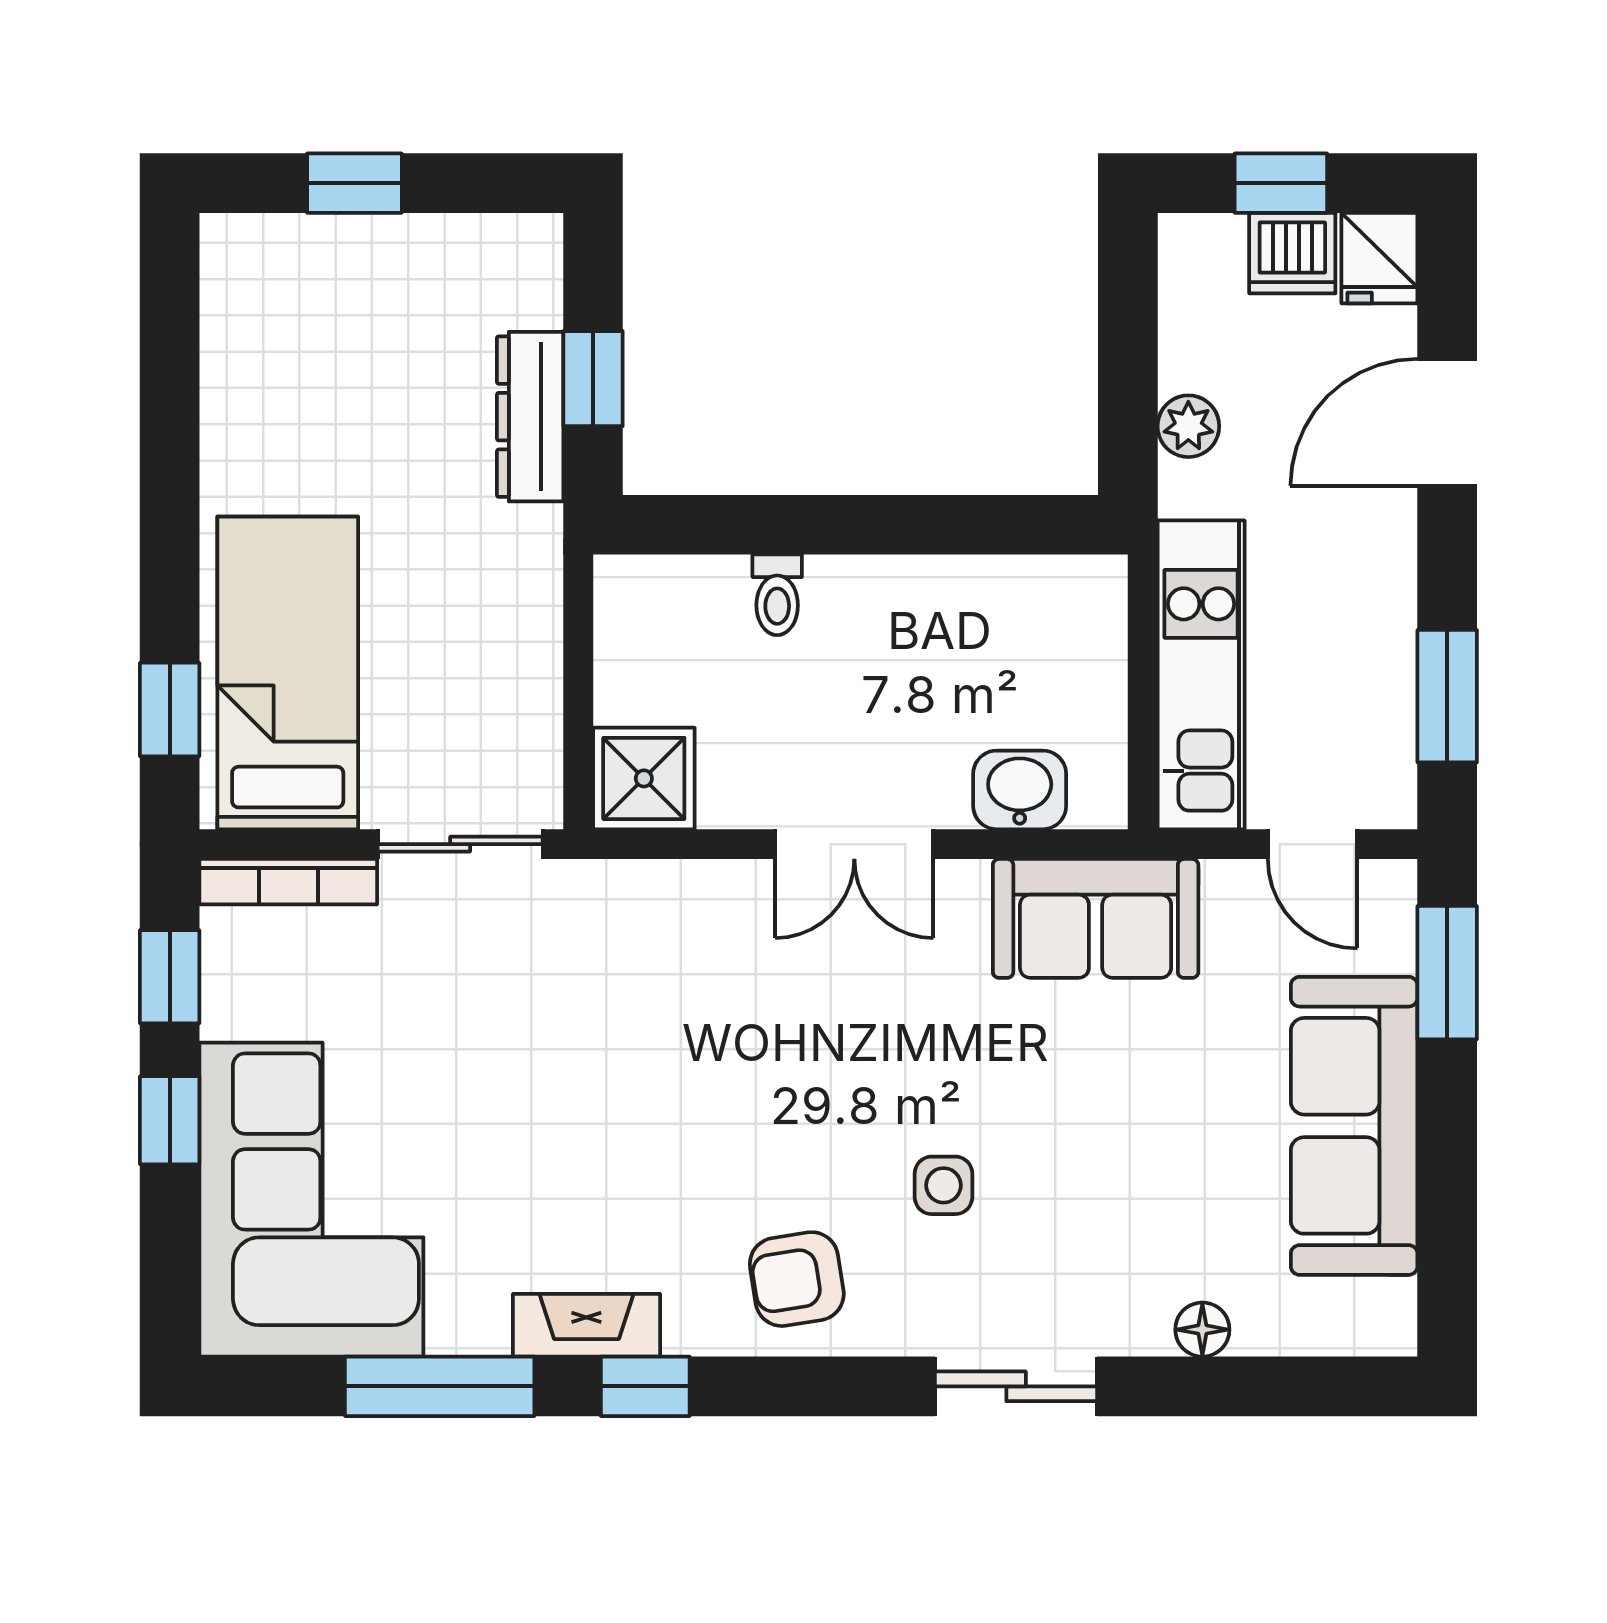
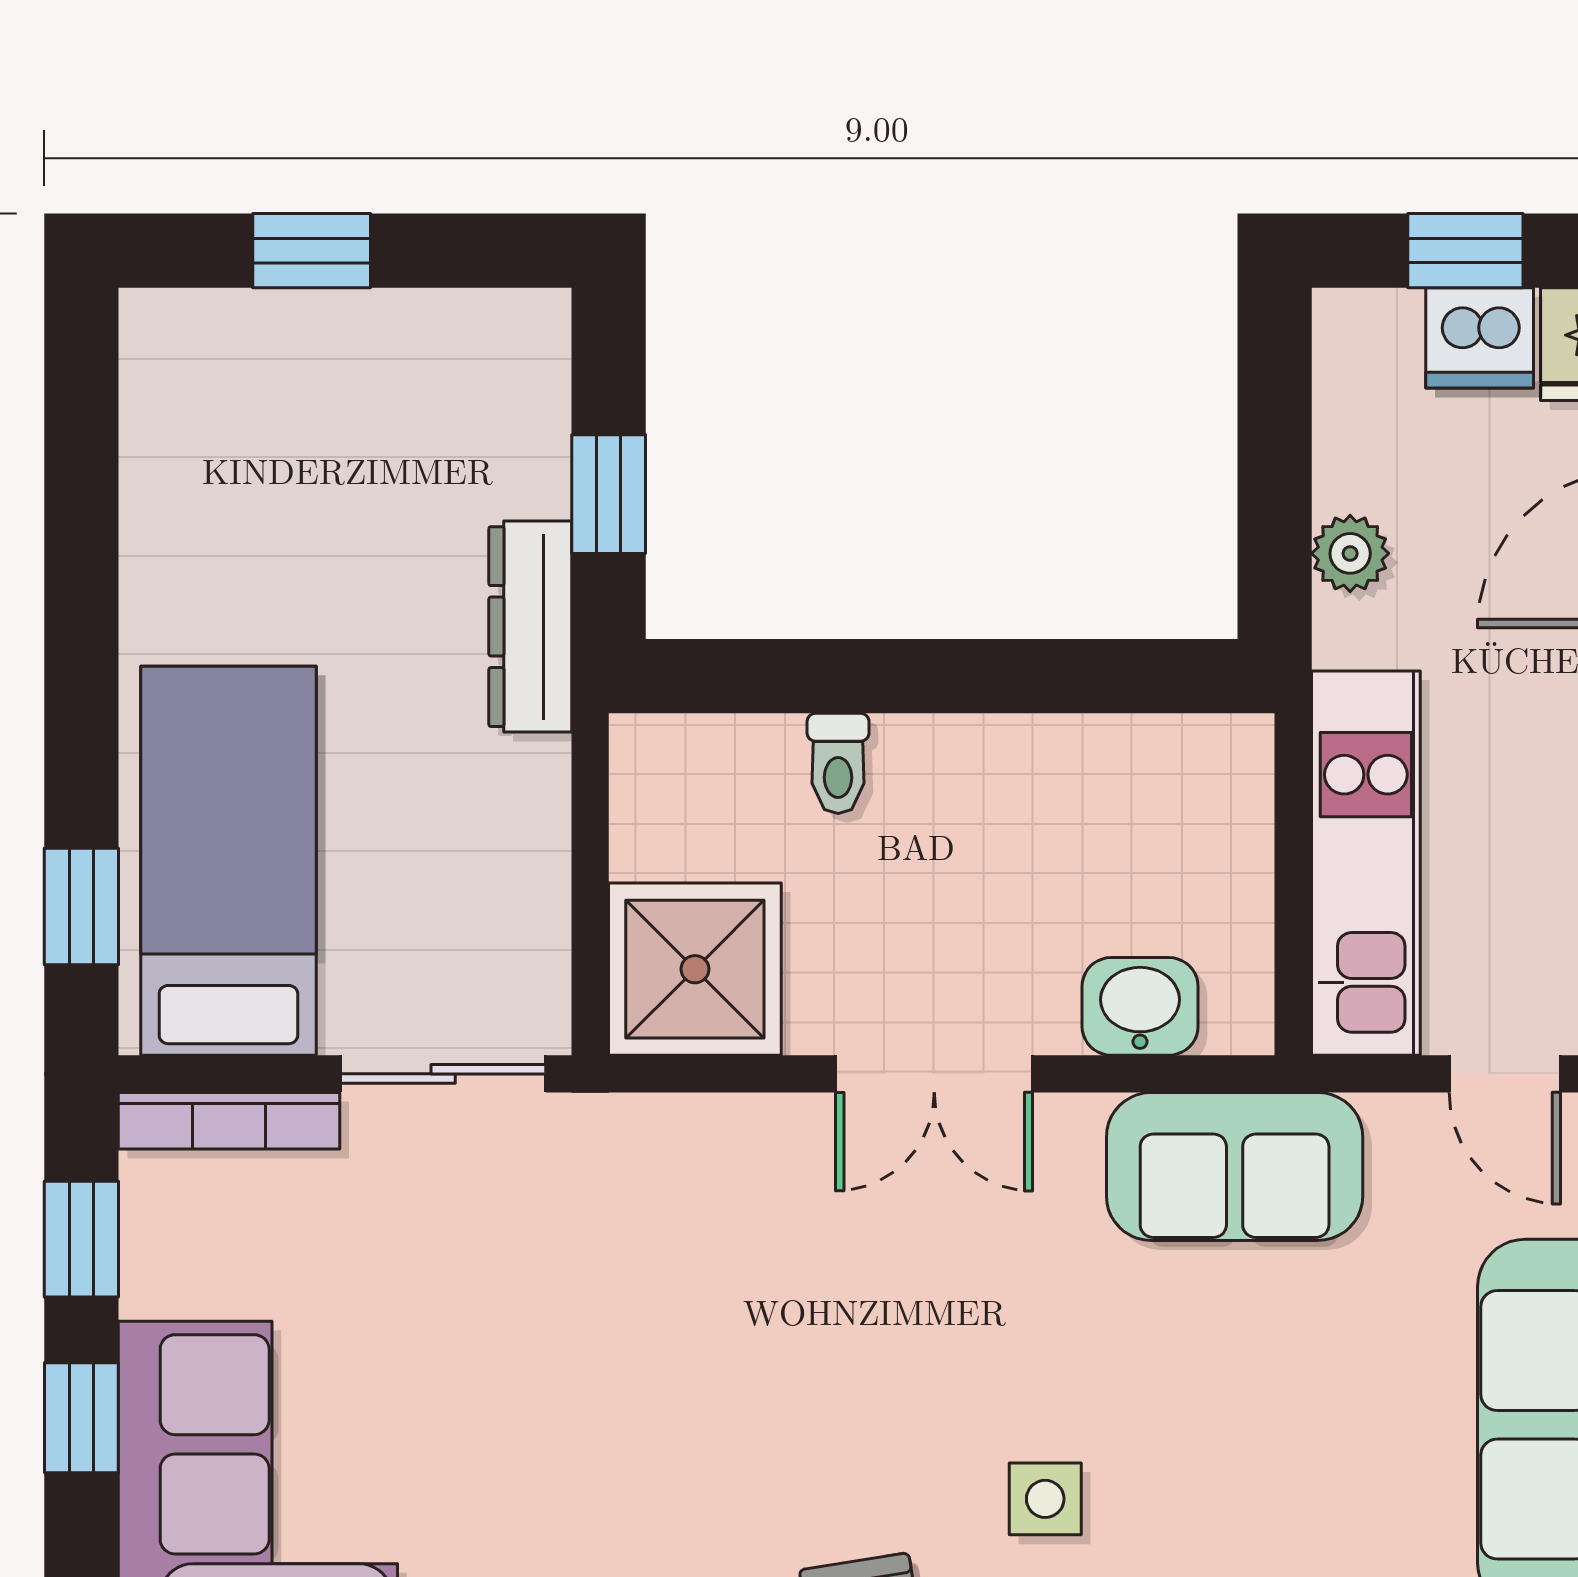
dresser: (530, 417) -> (530, 627), moved
shower: (644, 778) -> (695, 969), width x1.36, depth x1.36

